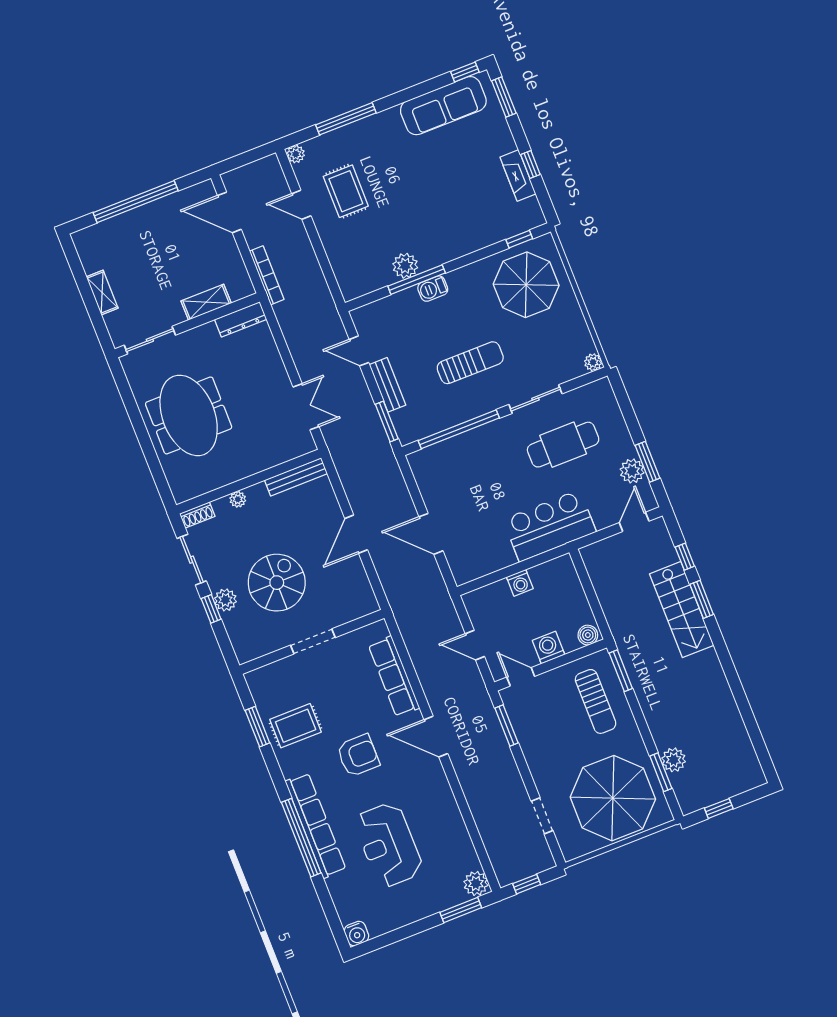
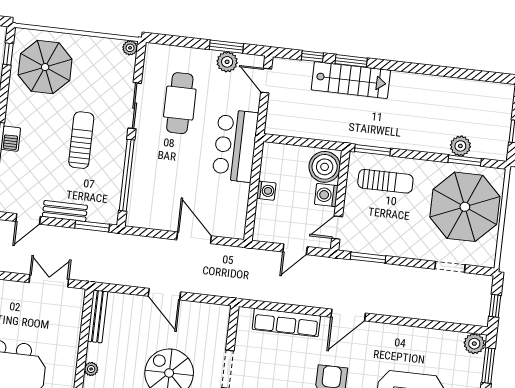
door: (431, 534) -> (194, 238), swing flipped
boiler: (588, 635) -> (325, 167), width x1.86, depth x1.86

